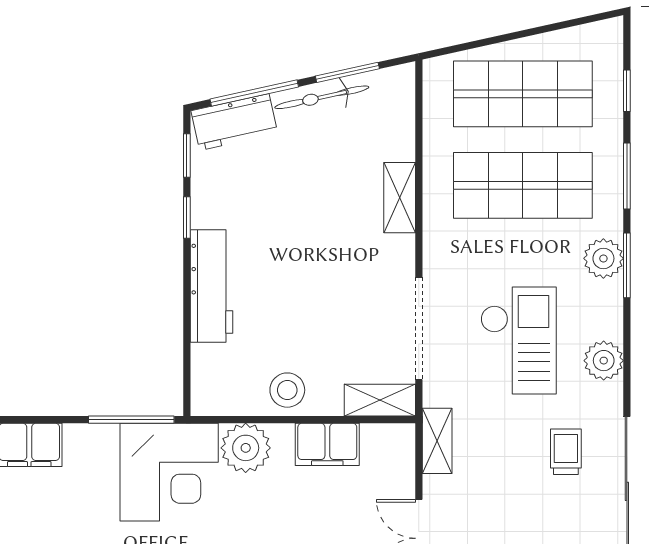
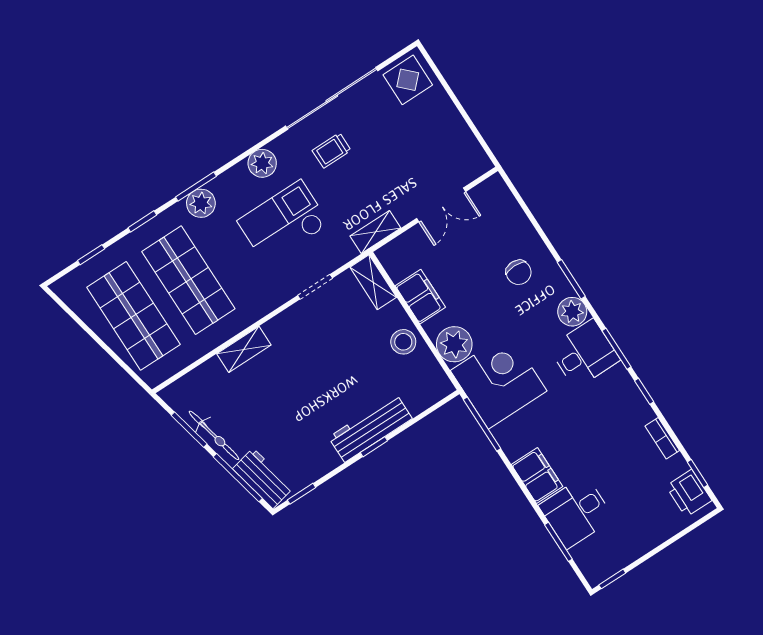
window: (627, 176) -> (142, 221), width x0.67
window: (187, 217) -> (374, 447), moved
doorway: (419, 329) -> (315, 287), width x0.53

